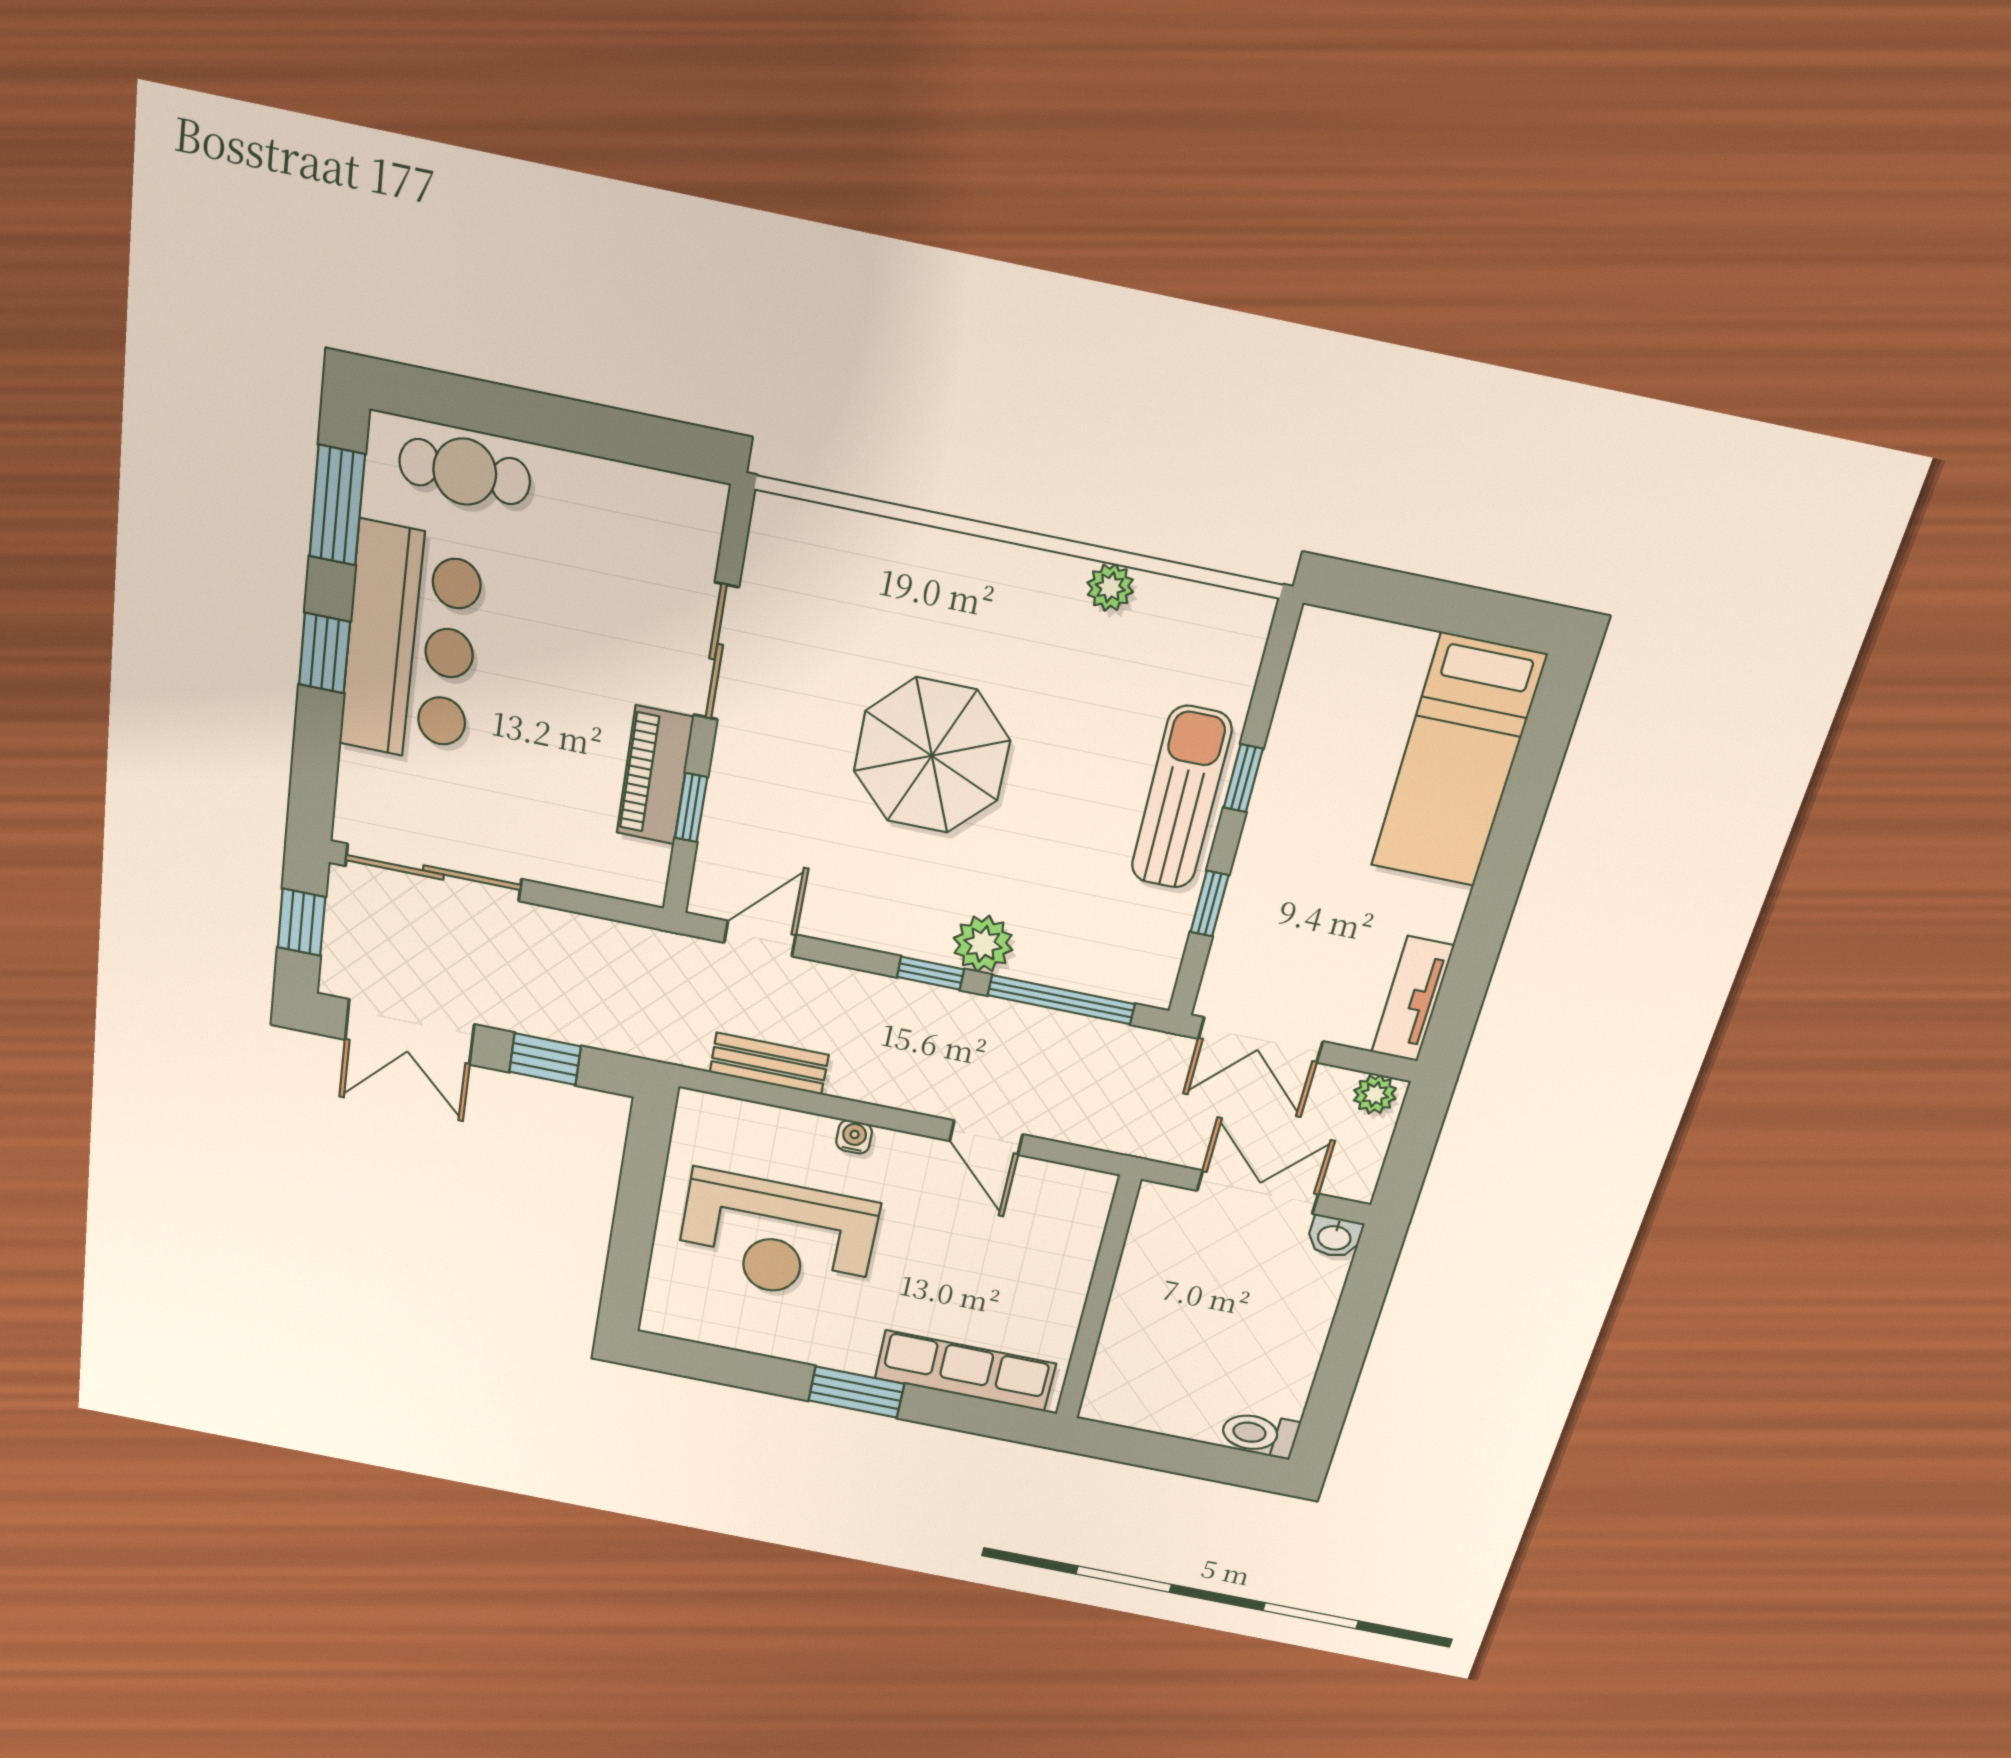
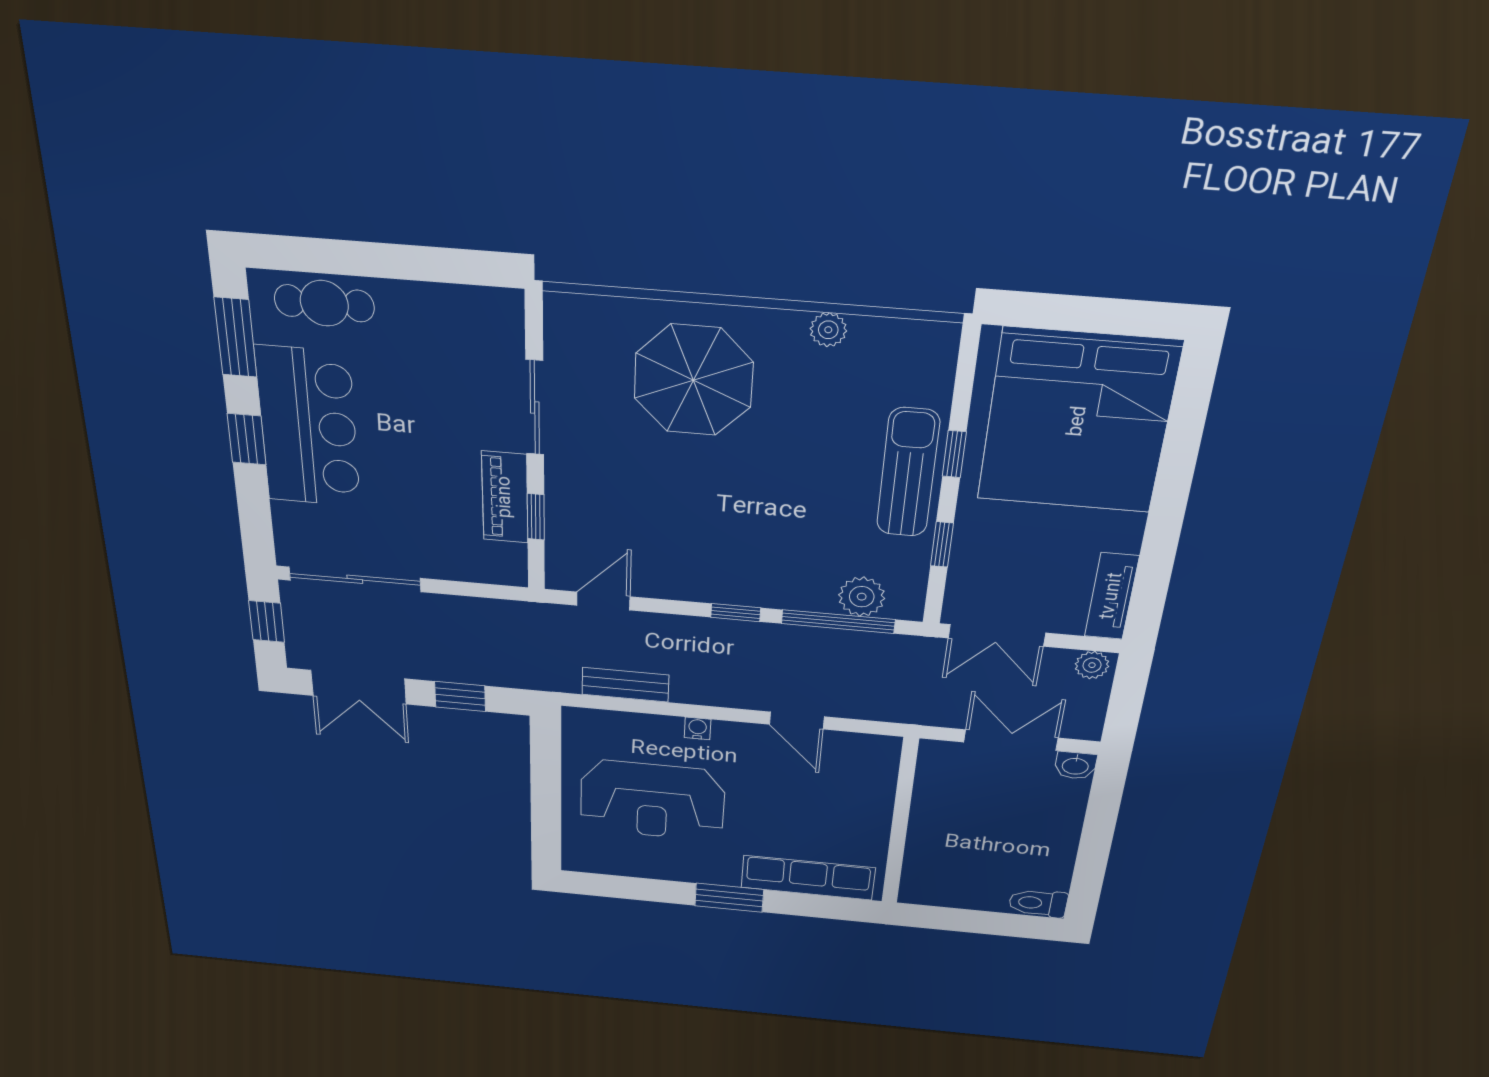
parasol: (932, 756) -> (693, 380), moved
bed: (1458, 761) -> (1078, 421), width x2.04
plant: (983, 944) -> (862, 597), moved

